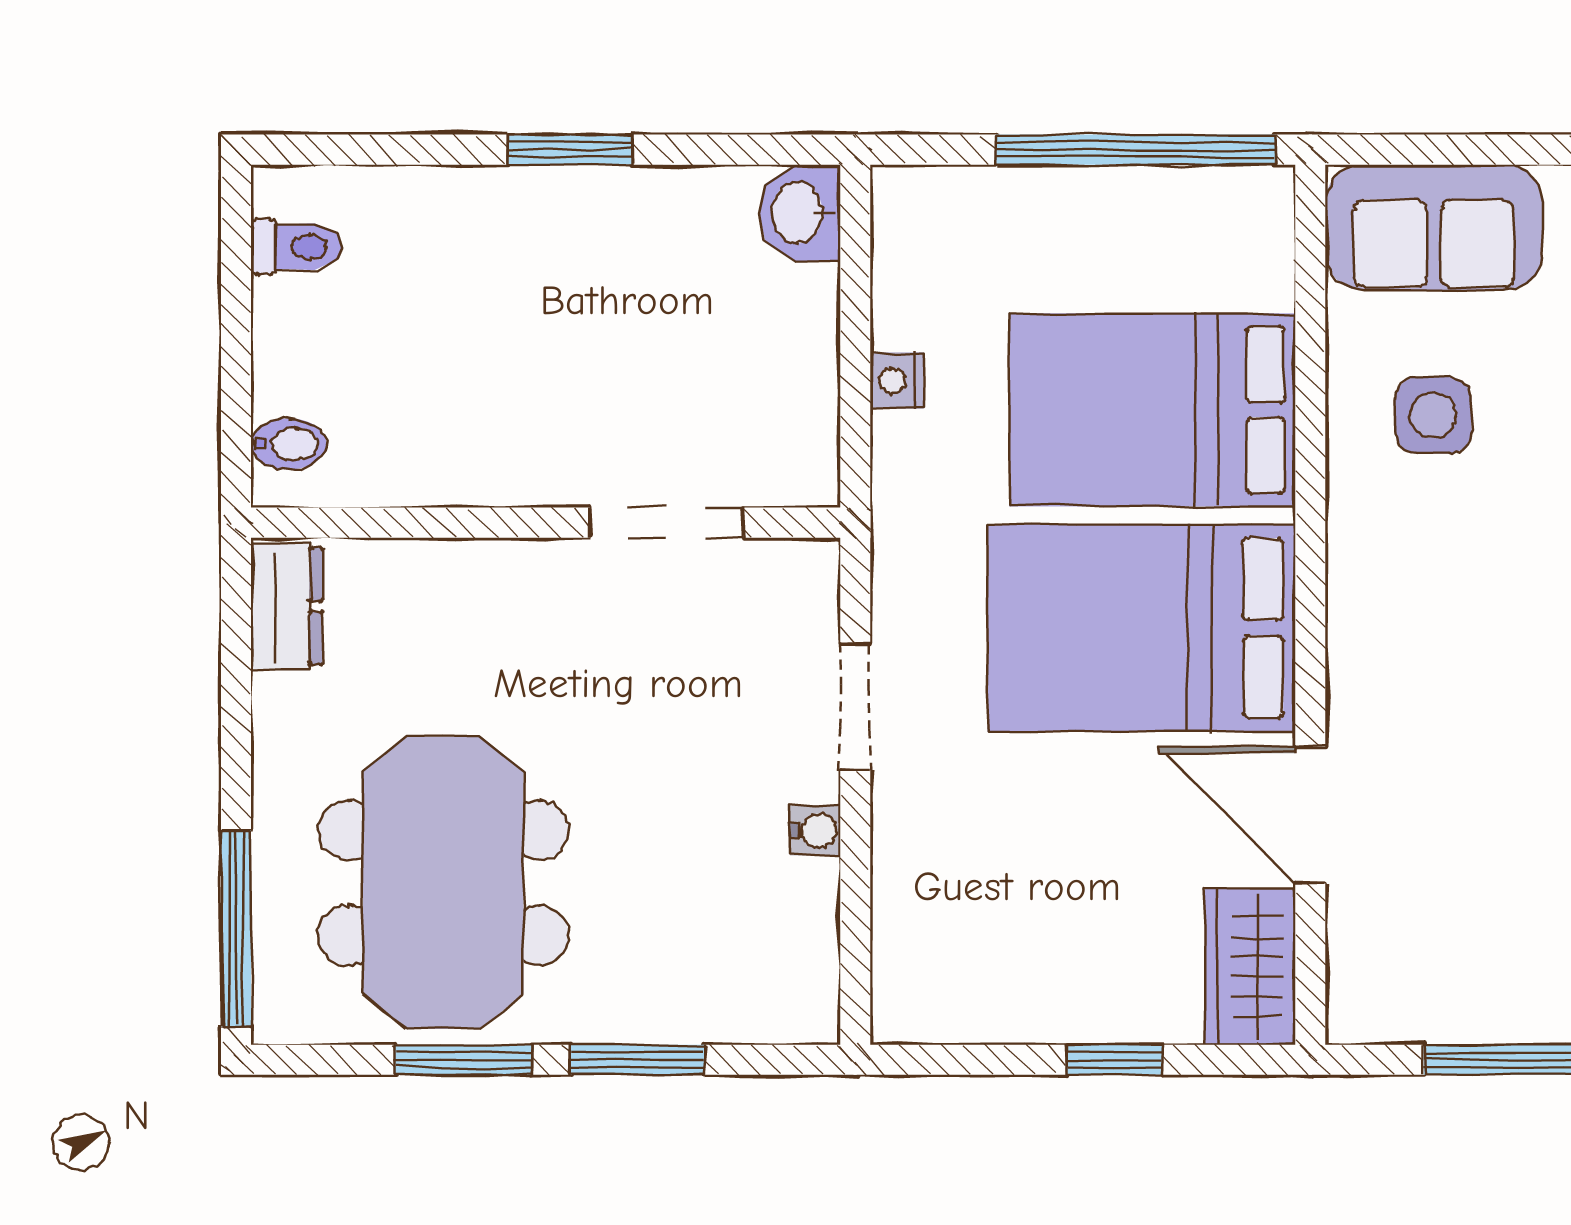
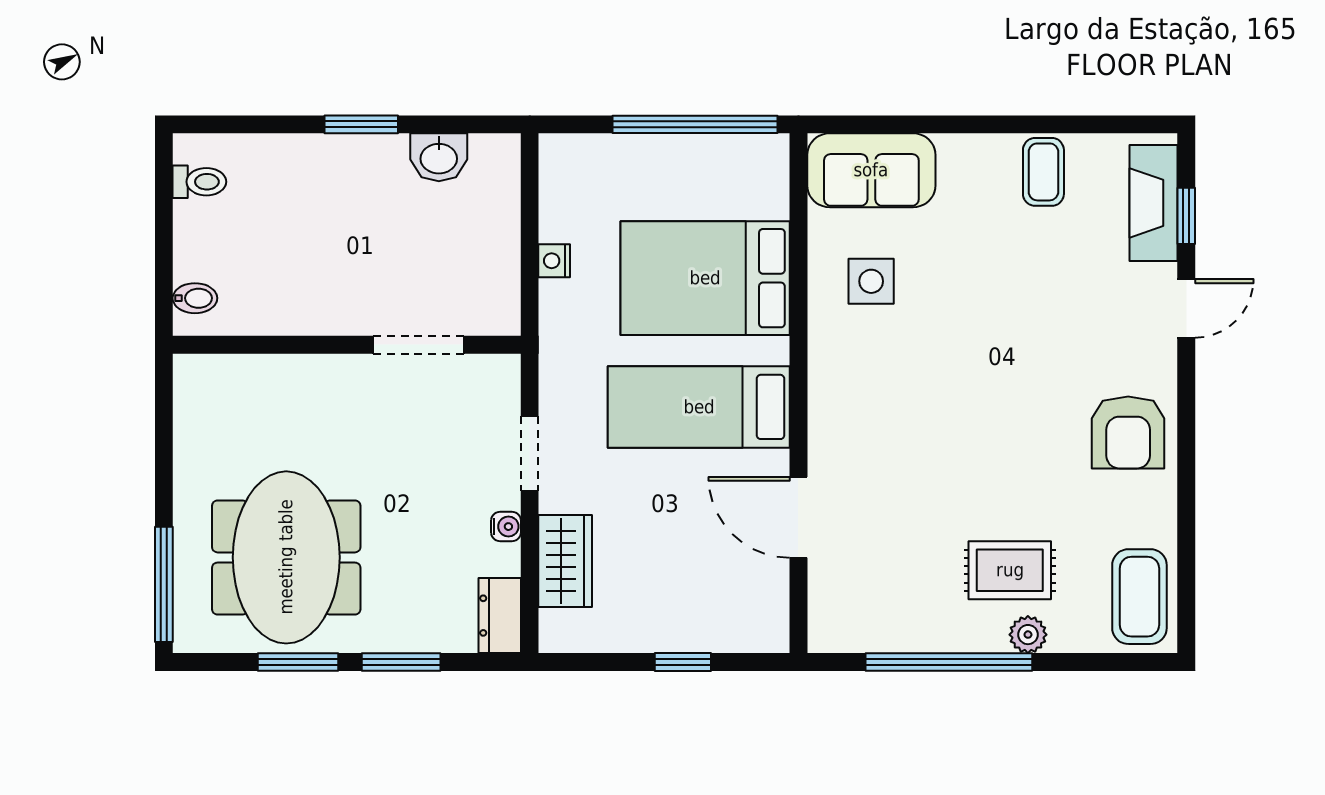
washbasin: (800, 213) -> (439, 157), moved, turned -90
dresser: (287, 607) -> (500, 616), moved, turned 180
bed: (1142, 628) -> (699, 407), width x0.67
wardrobe: (1250, 967) -> (565, 561), moved, turned 180

